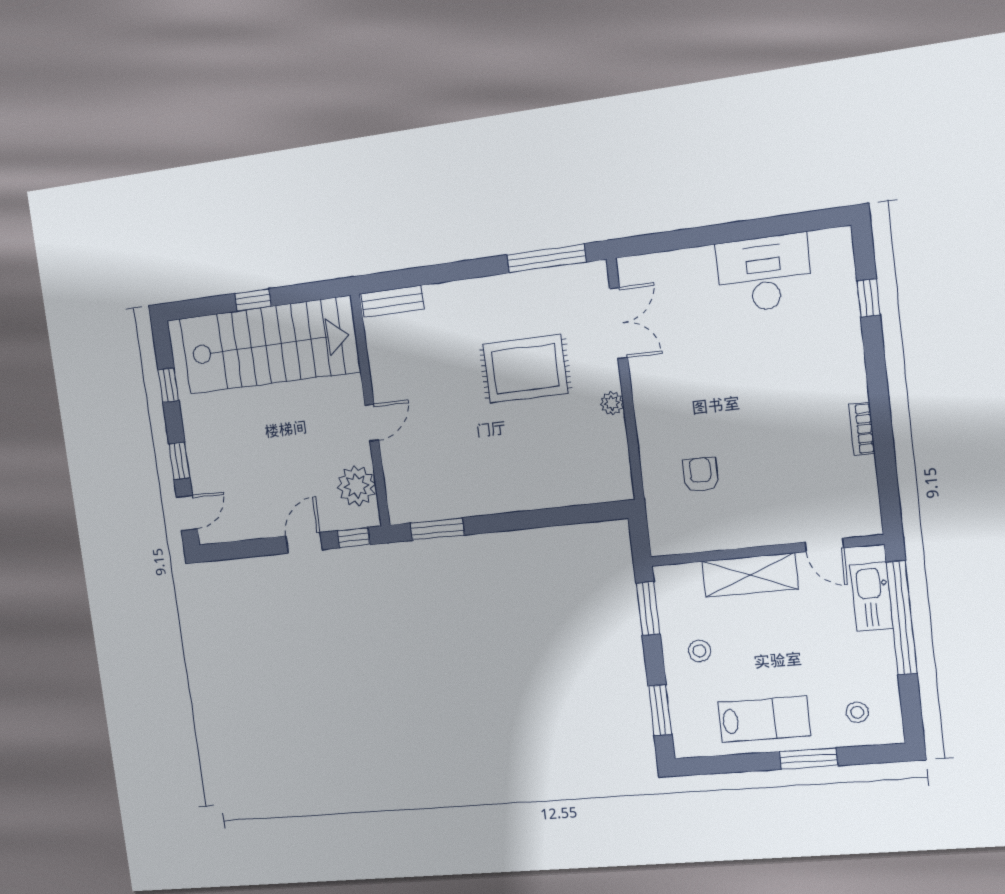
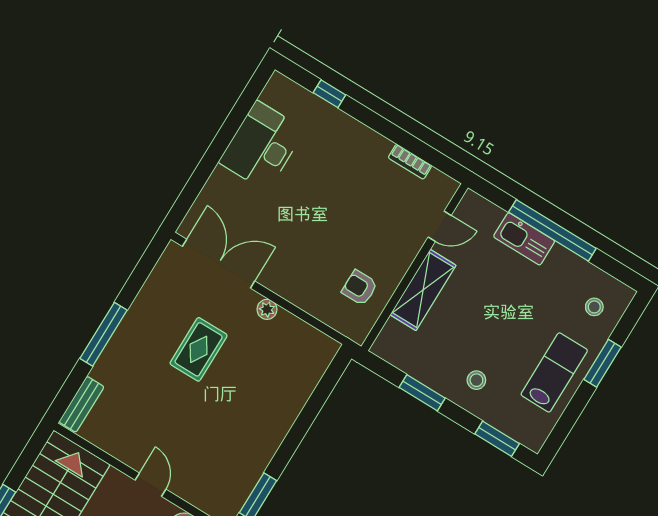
window: (546, 258) -> (104, 334), moved
double door: (619, 323) -> (219, 264), width x1.37
rug: (525, 369) -> (199, 349), width x0.73, depth x0.70
door: (824, 545) -> (440, 226), moved
wall: (766, 551) -> (415, 267), moved
shelving: (750, 575) -> (423, 290), moved

